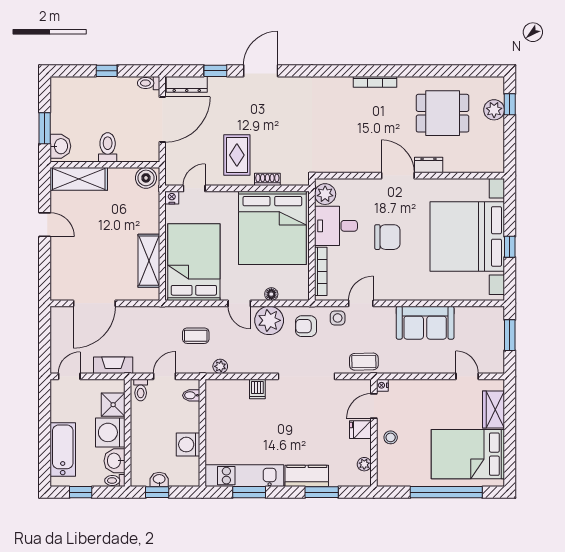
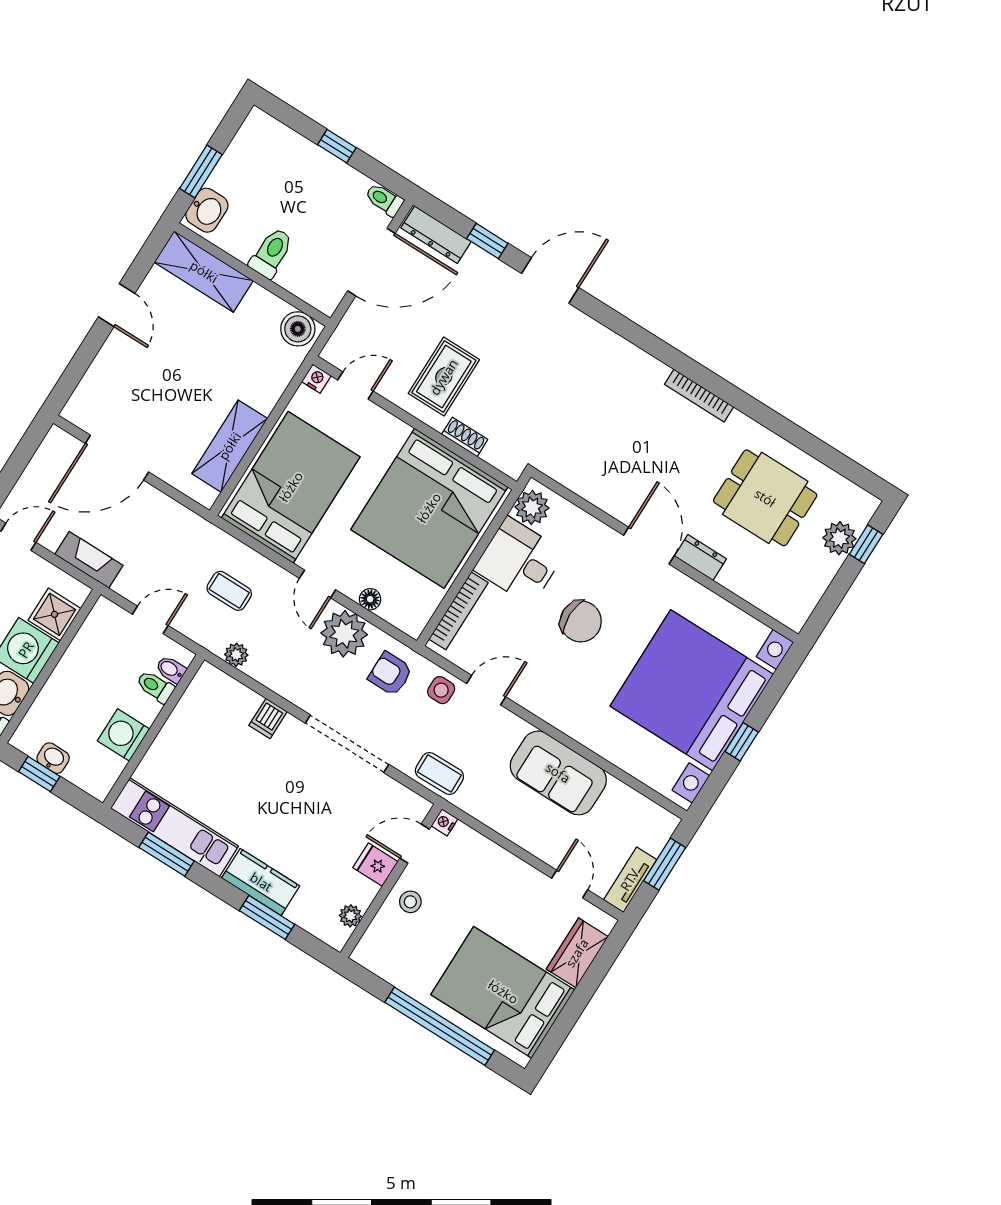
tv unit: (497, 354) -> (630, 880), added
toilet: (141, 390) -> (155, 687), moved, turned 90

